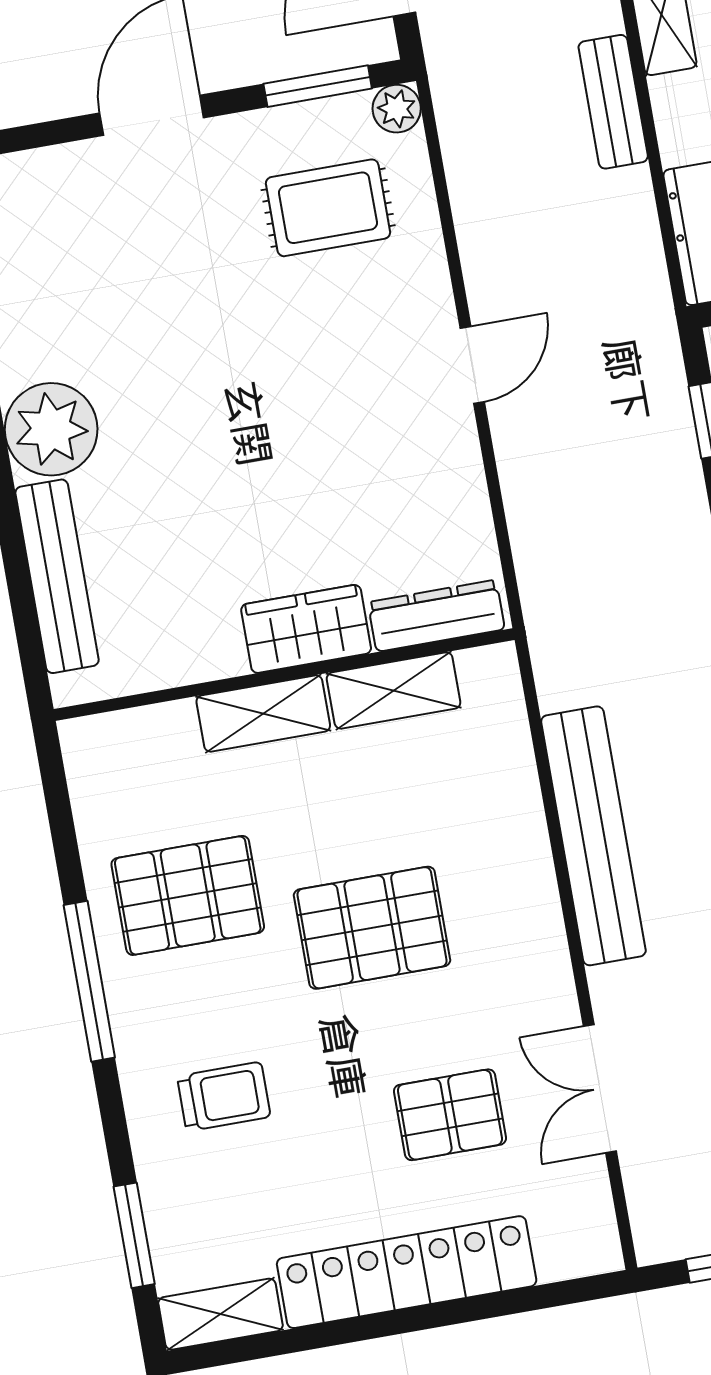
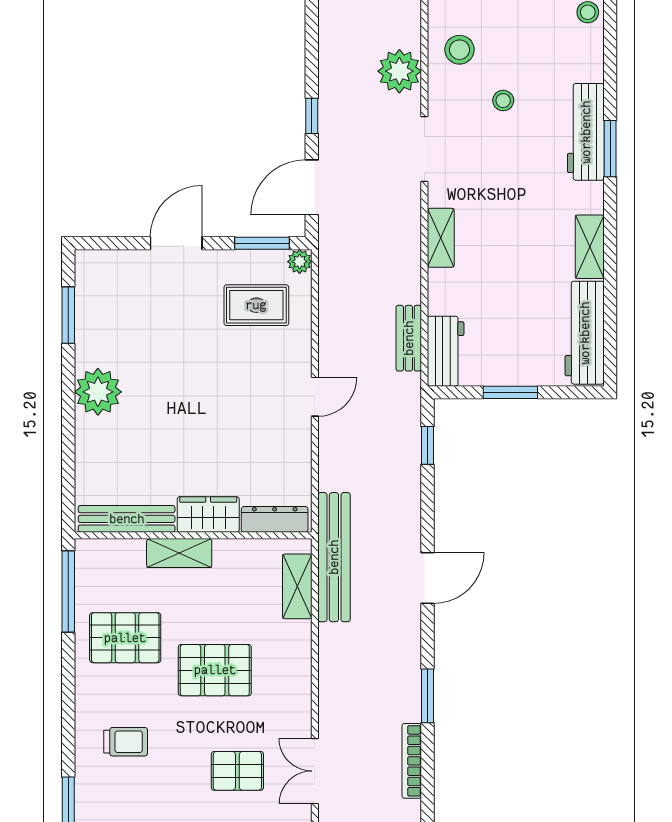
bench: (613, 102) -> (409, 338), moved
bench: (57, 576) -> (127, 519), moved, turned 90
shelving: (394, 691) -> (297, 586), moved, turned 90
bench: (593, 836) -> (334, 557), moved
window: (89, 981) -> (68, 592), moved

